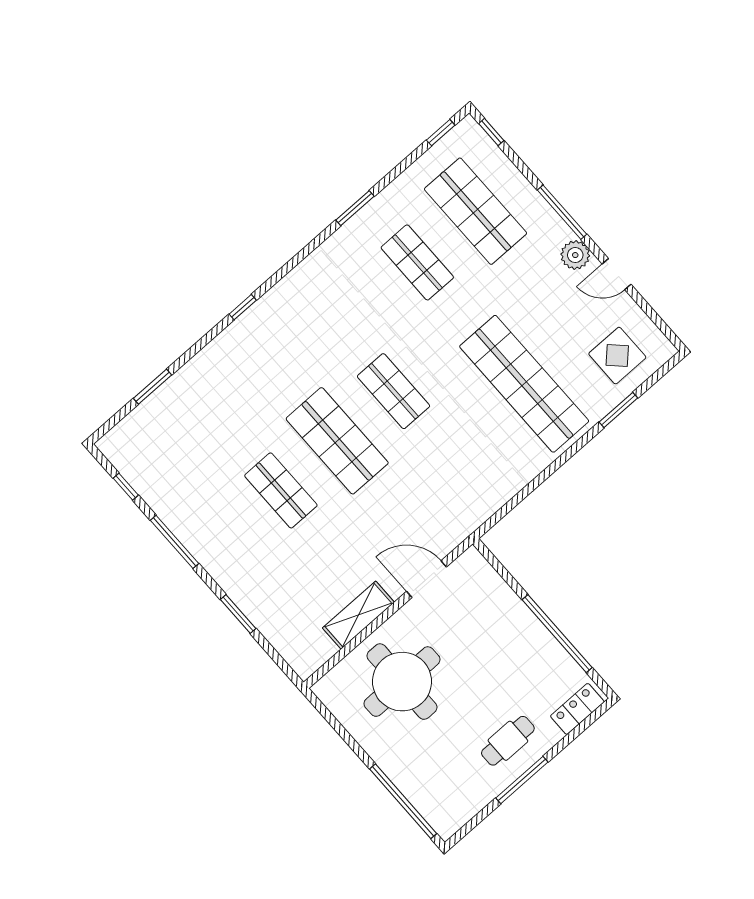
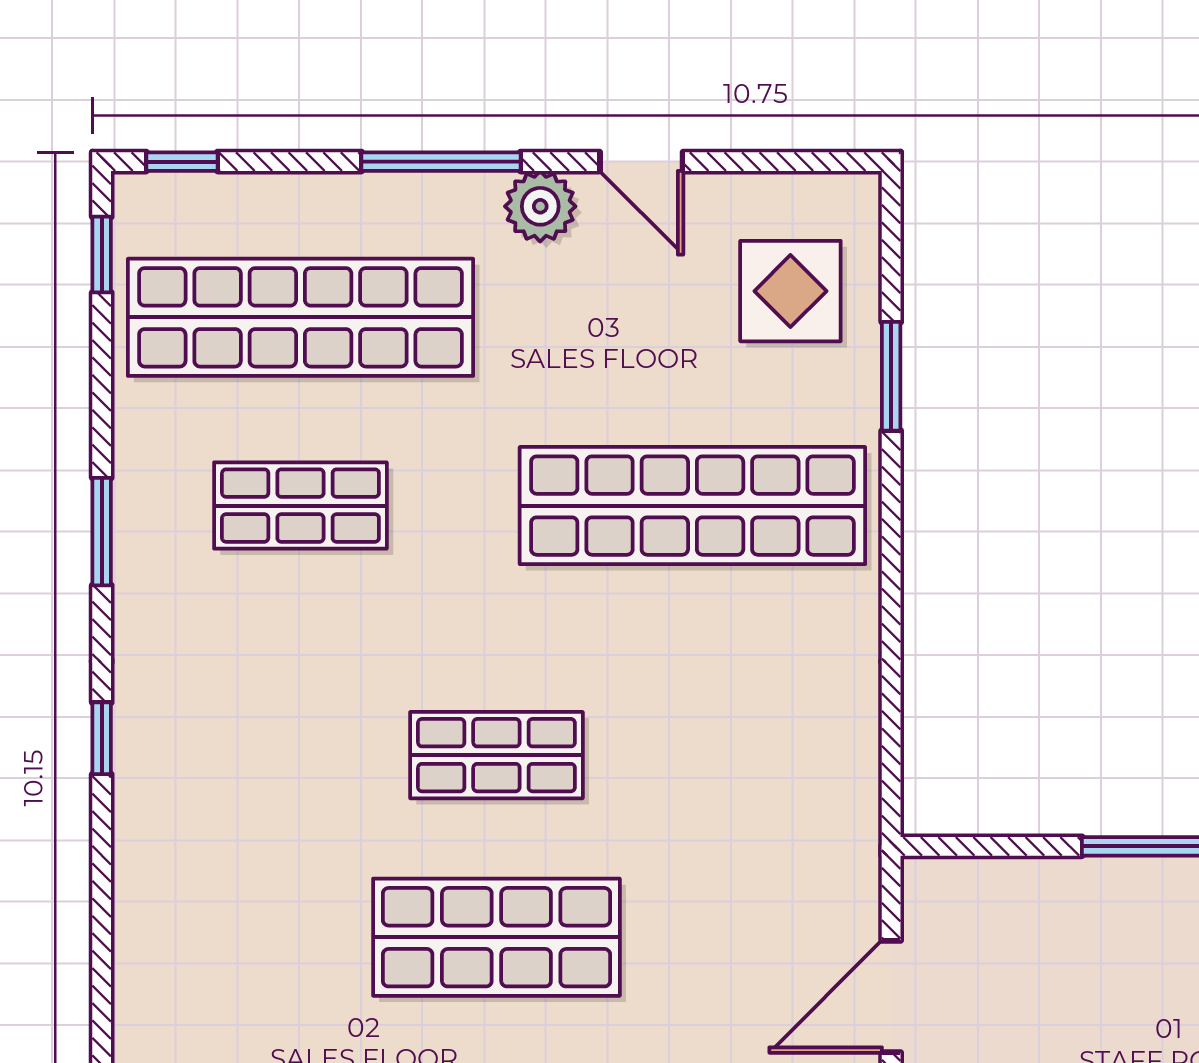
shop shelf: (476, 211) -> (300, 317), width x1.40
door: (617, 274) -> (641, 162), hinge flipped
window: (243, 307) -> (102, 738), moved

